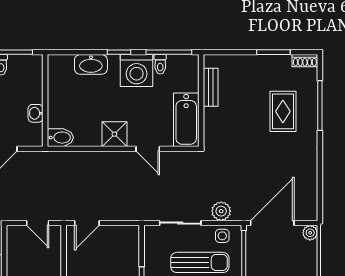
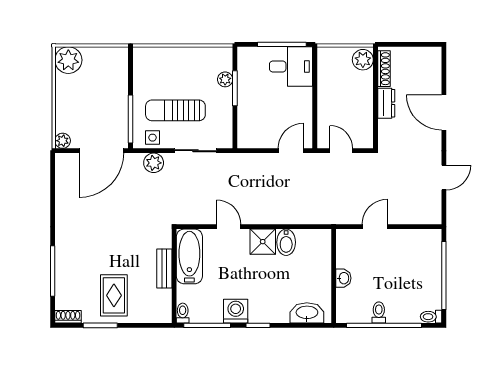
washbasin: (91, 64) -> (307, 313), moved
toilet: (160, 64) -> (183, 313), moved
washing machine: (137, 70) -> (236, 311), width x0.73, depth x0.73
bench: (211, 87) -> (164, 269), moved
rug: (283, 111) -> (114, 295), moved
washbasin: (36, 113) -> (343, 278), moved
bidet: (60, 138) -> (286, 242), moved, turned -90

